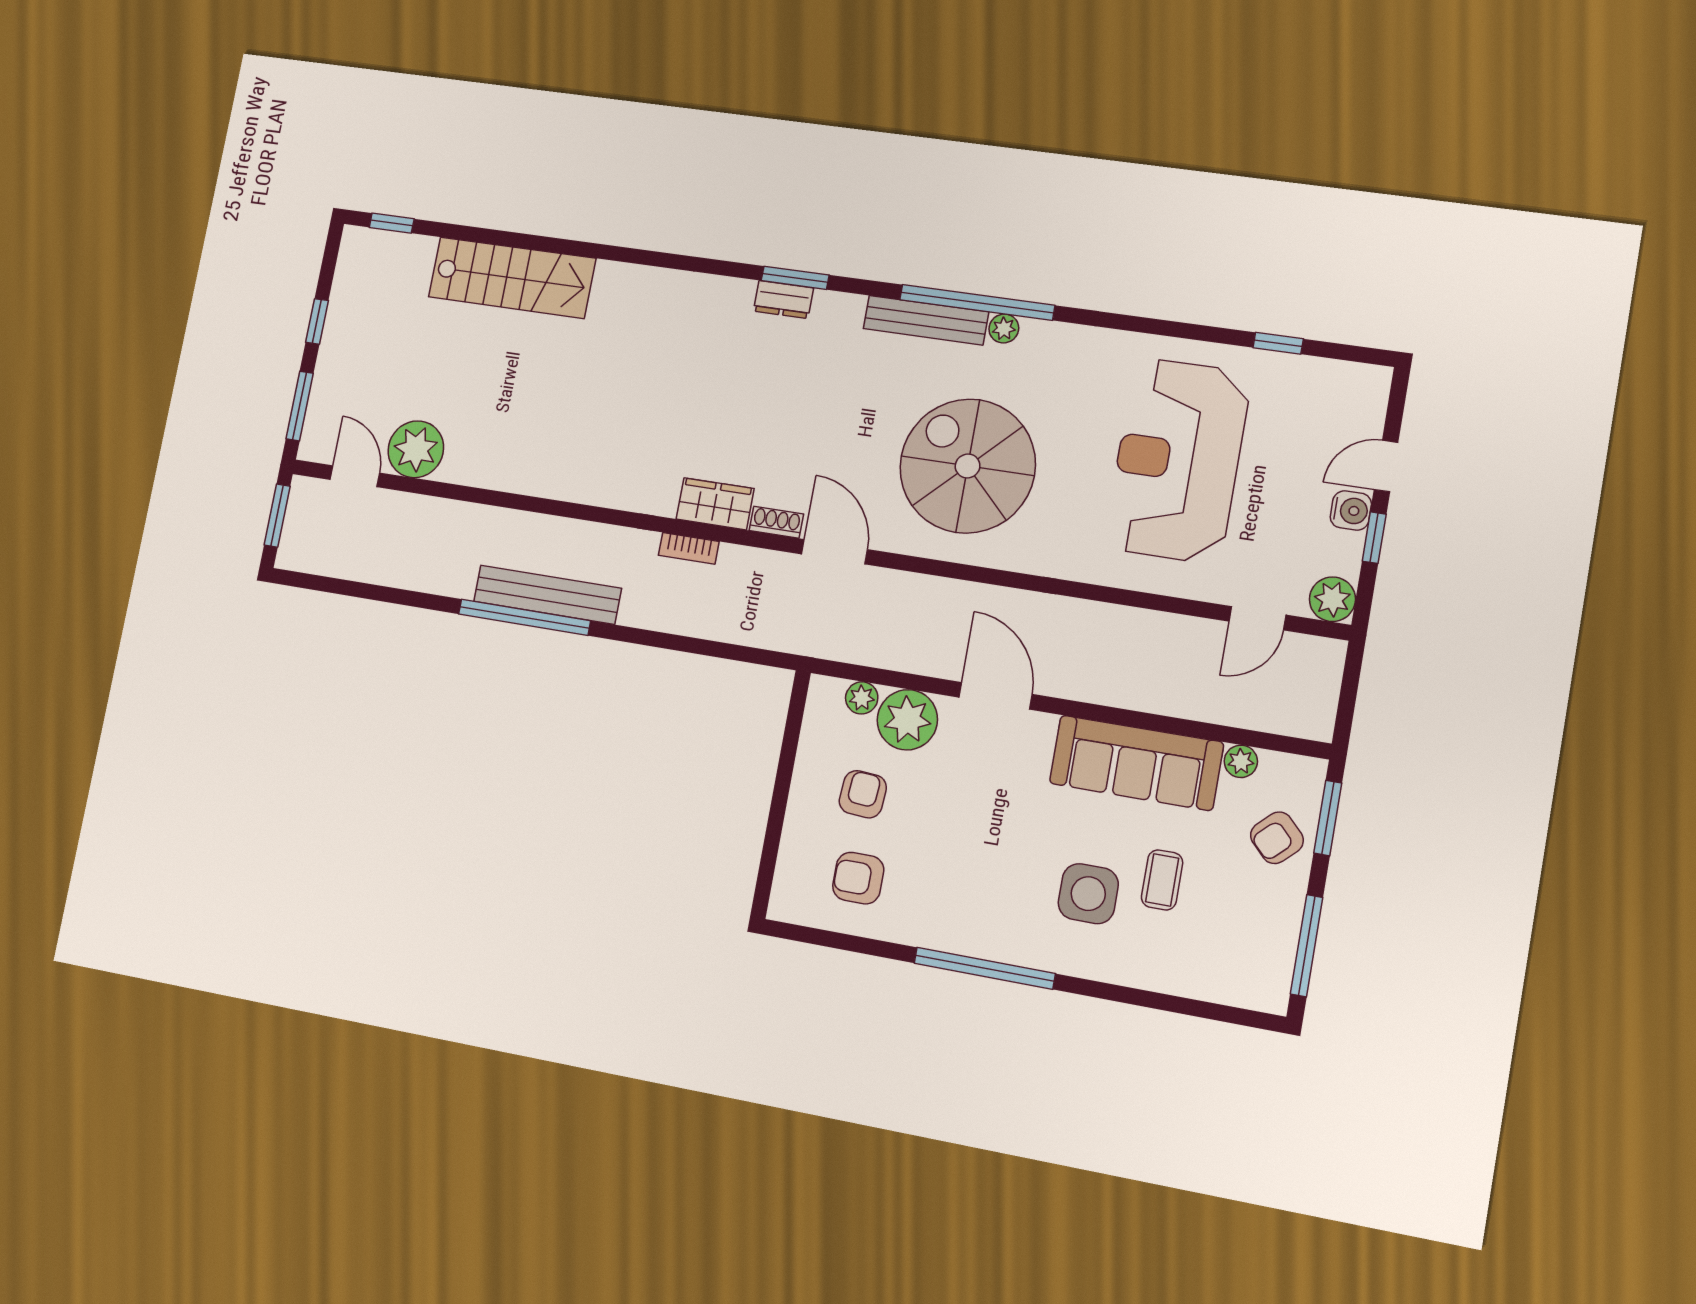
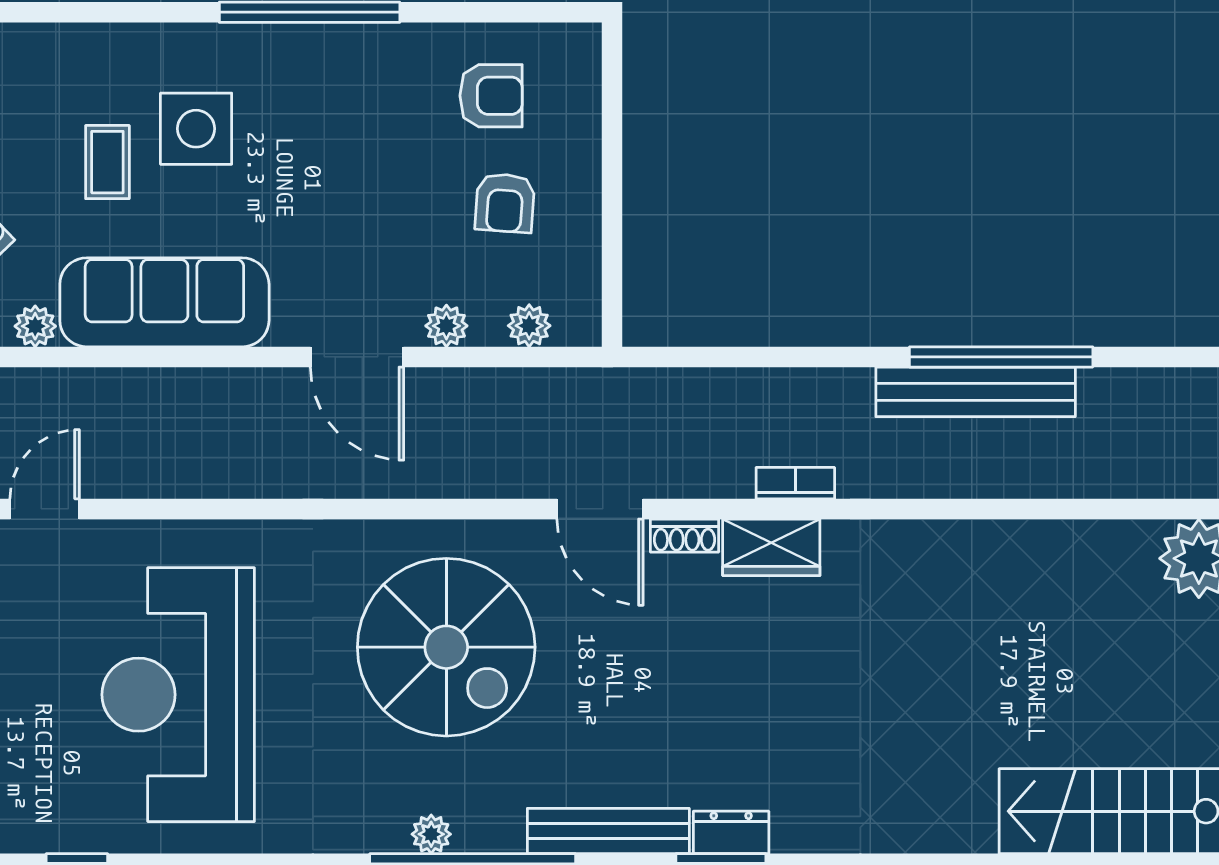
bench: (926, 320) -> (608, 831), moved
reception desk: (1178, 460) -> (178, 695), turned 180
plant: (907, 720) -> (446, 326), width x0.53, depth x0.53

